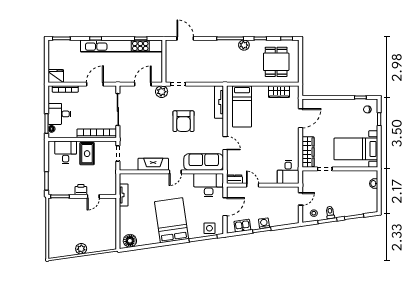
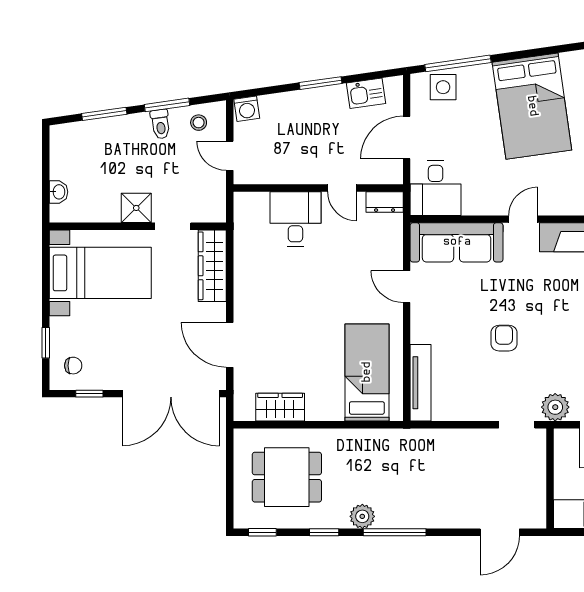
door: (185, 38) -> (500, 532), hinge flipped
dining table: (276, 62) -> (287, 477), turned 90
double door: (326, 97) -> (171, 394), added
door: (301, 118) -> (230, 345), hinge flipped
armchair: (183, 121) -> (504, 338), width x0.53, depth x0.53
desk: (288, 172) -> (295, 219), moved
shower: (340, 177) -> (136, 208), added
desk: (209, 185) -> (436, 188), width x0.73
door: (301, 199) -> (230, 156), hinge flipped
washing machine: (264, 223) -> (247, 109), moved

